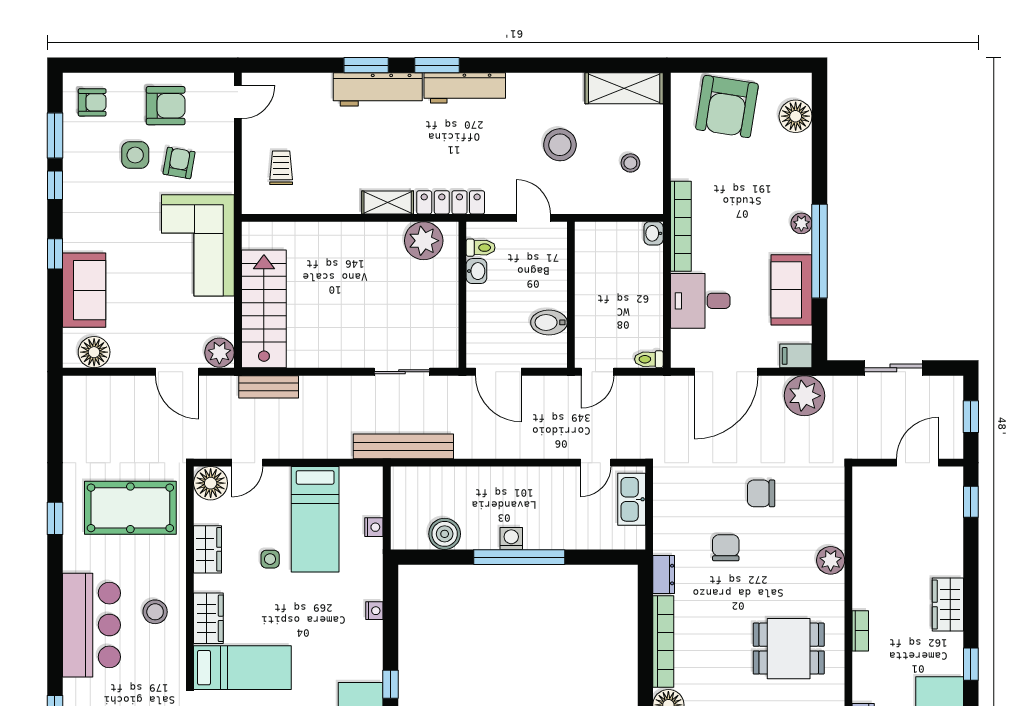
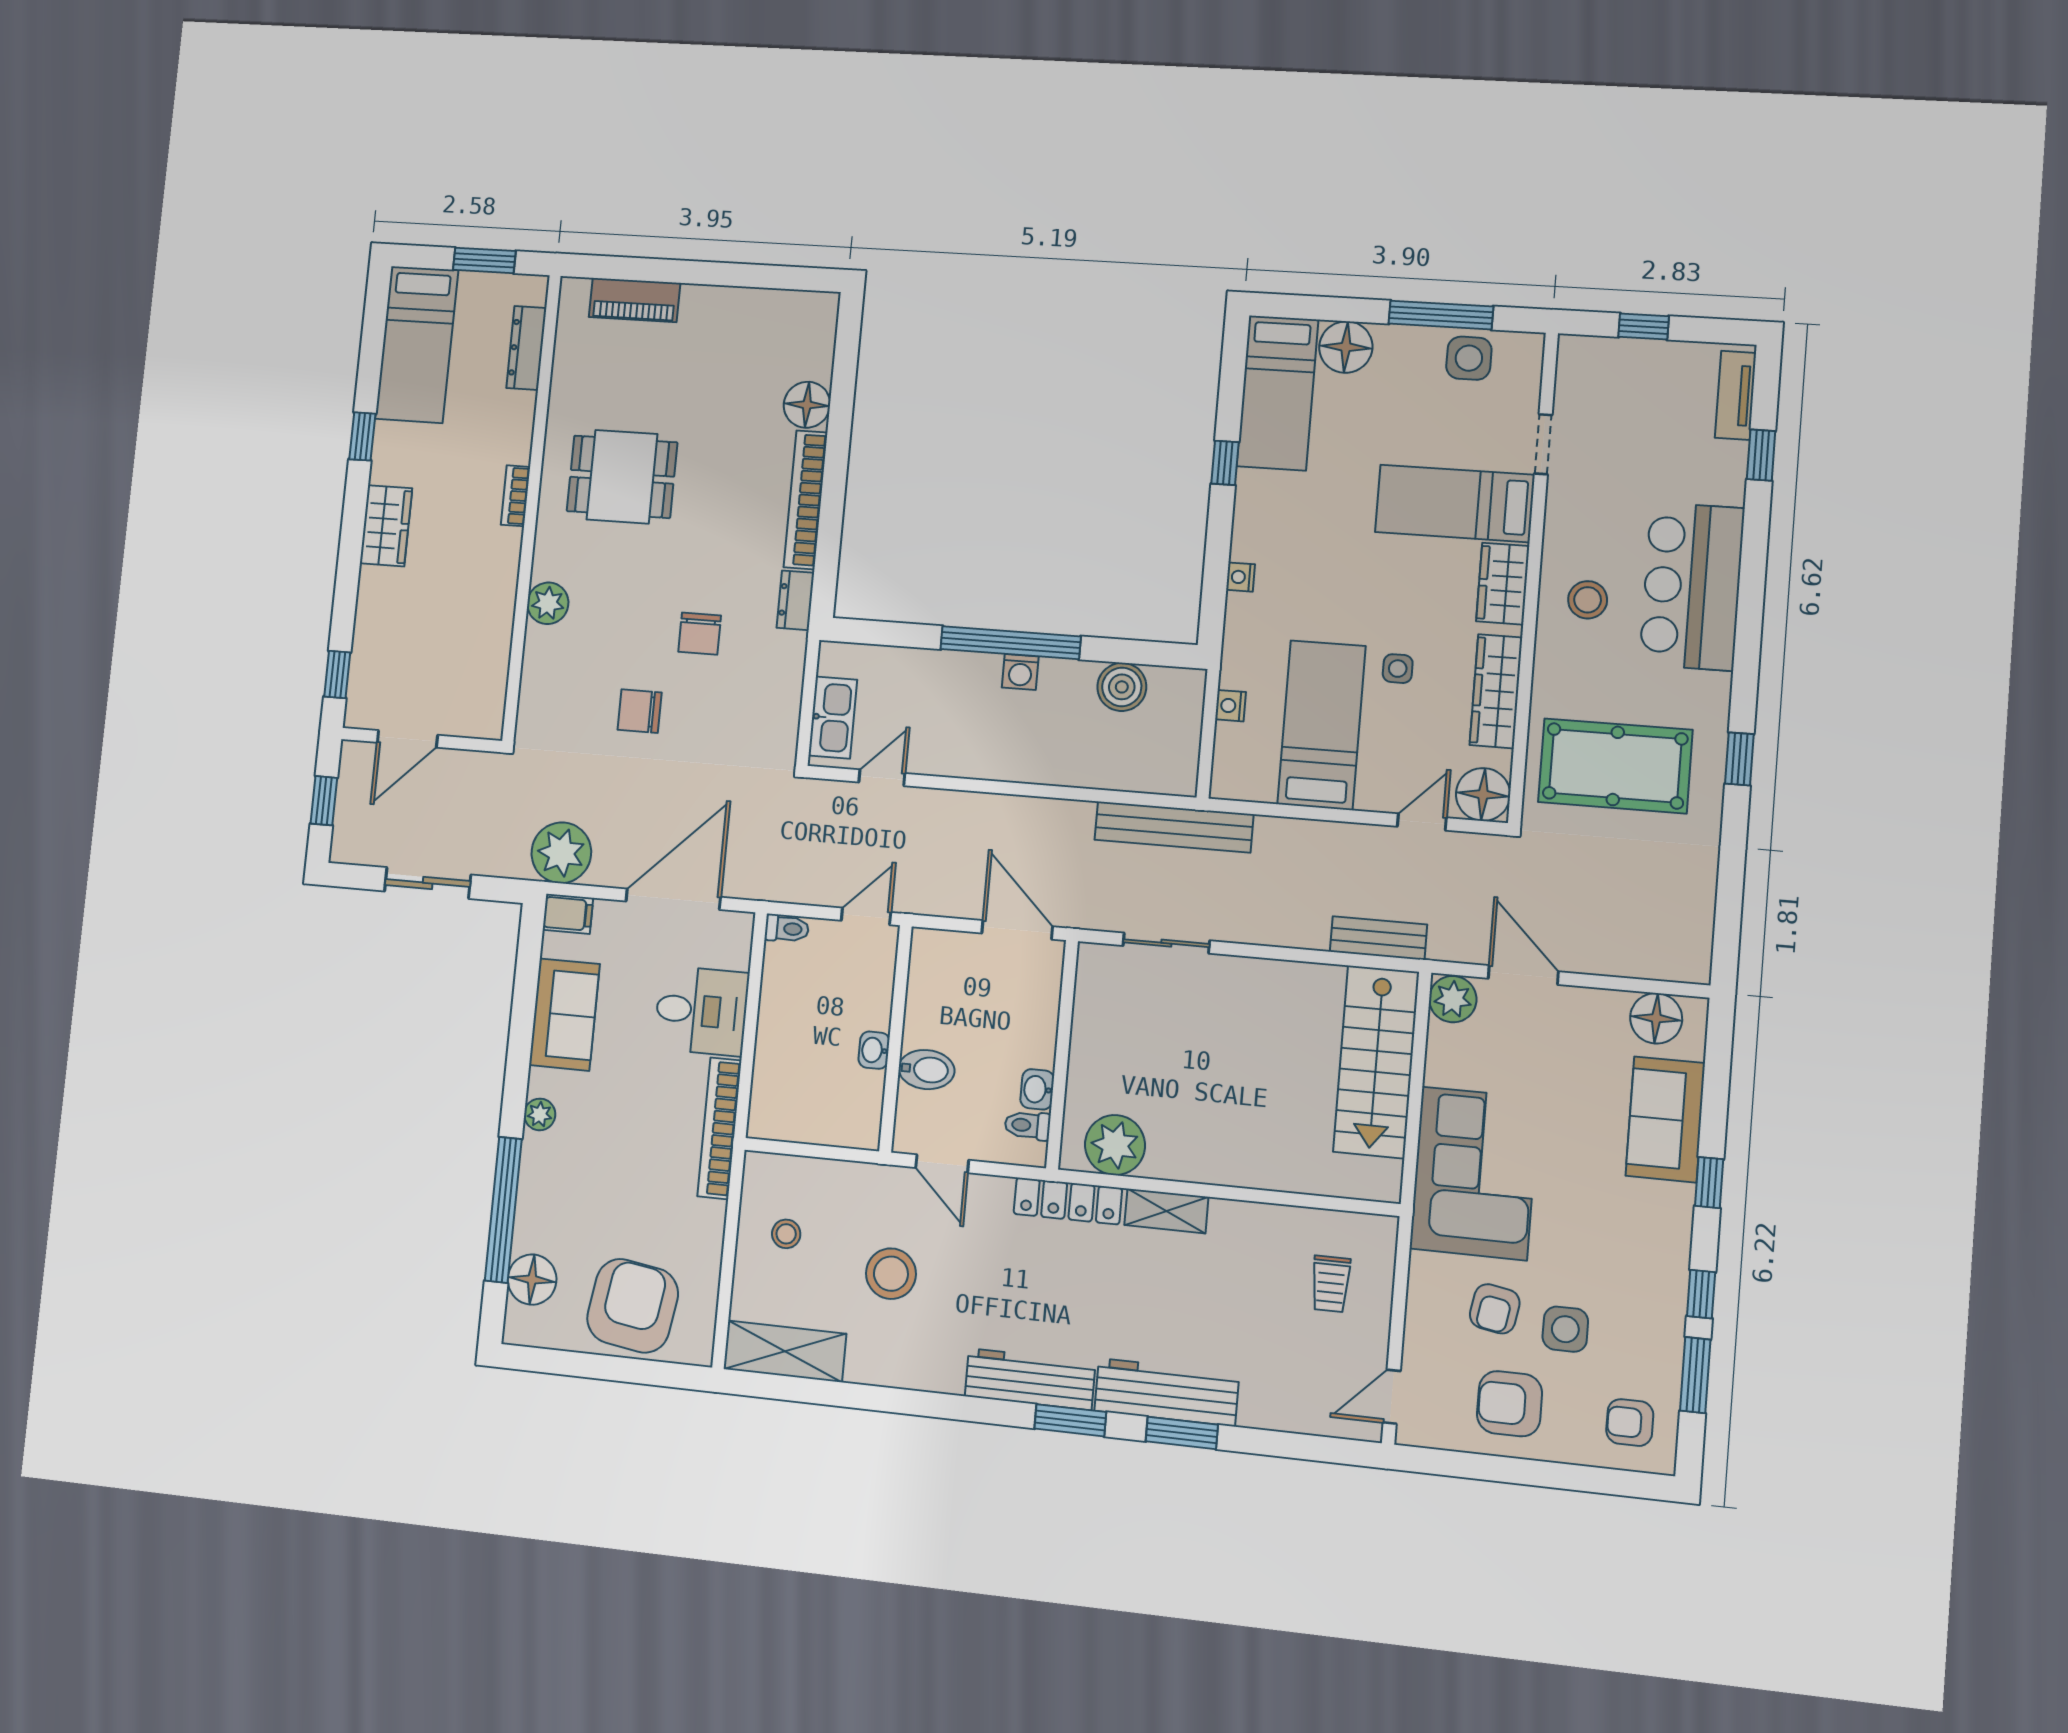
washbasin: (654, 233) -> (874, 1050), moved, turned 180
window: (819, 251) -> (503, 1210), moved
bidet: (549, 322) -> (926, 1070), moved
chair: (761, 493) -> (640, 711), turned 180
wardrobe: (208, 549) -> (1496, 691), width x1.50

